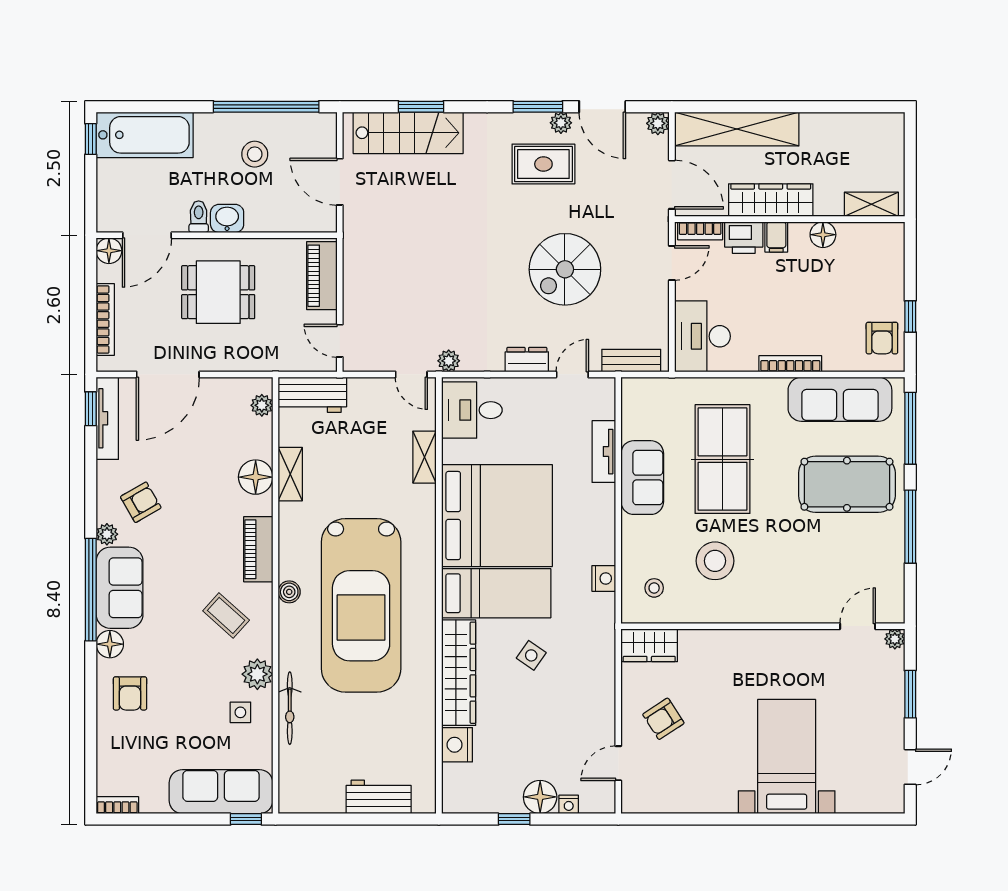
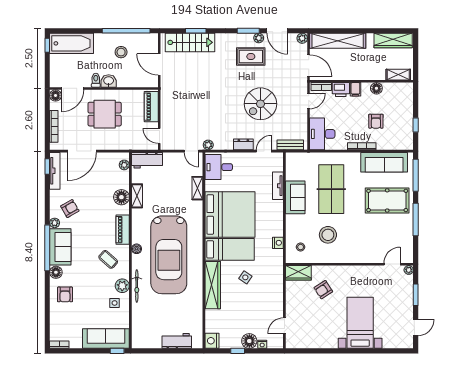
wardrobe: (771, 200) -> (393, 40), moved, turned 180
armchair: (882, 338) -> (376, 121), moved
bicycle: (290, 708) -> (137, 286), moved
armchair: (663, 719) -> (323, 290), moved
nightstand: (457, 745) -> (212, 341), moved

